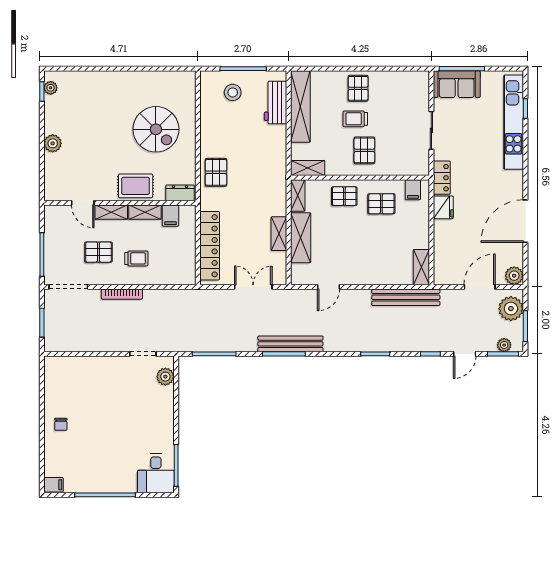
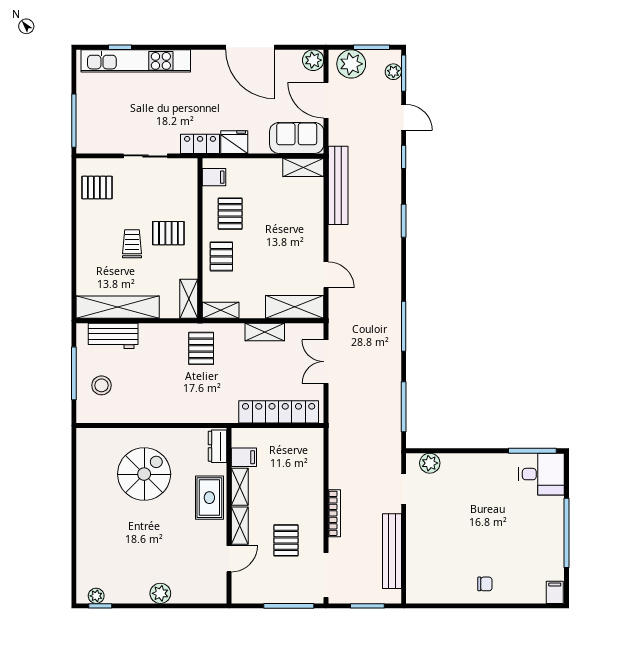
sofa: (457, 84) -> (297, 138), moved, turned -90
pallet: (358, 88) -> (97, 188), moved
trolley: (355, 119) -> (132, 244), turned 180
pallet: (216, 172) -> (201, 348), moved, turned 90
shelving: (301, 238) -> (295, 307), moved
trolley: (136, 258) -> (293, 497), removed
bench: (290, 344) -> (392, 551), moved

